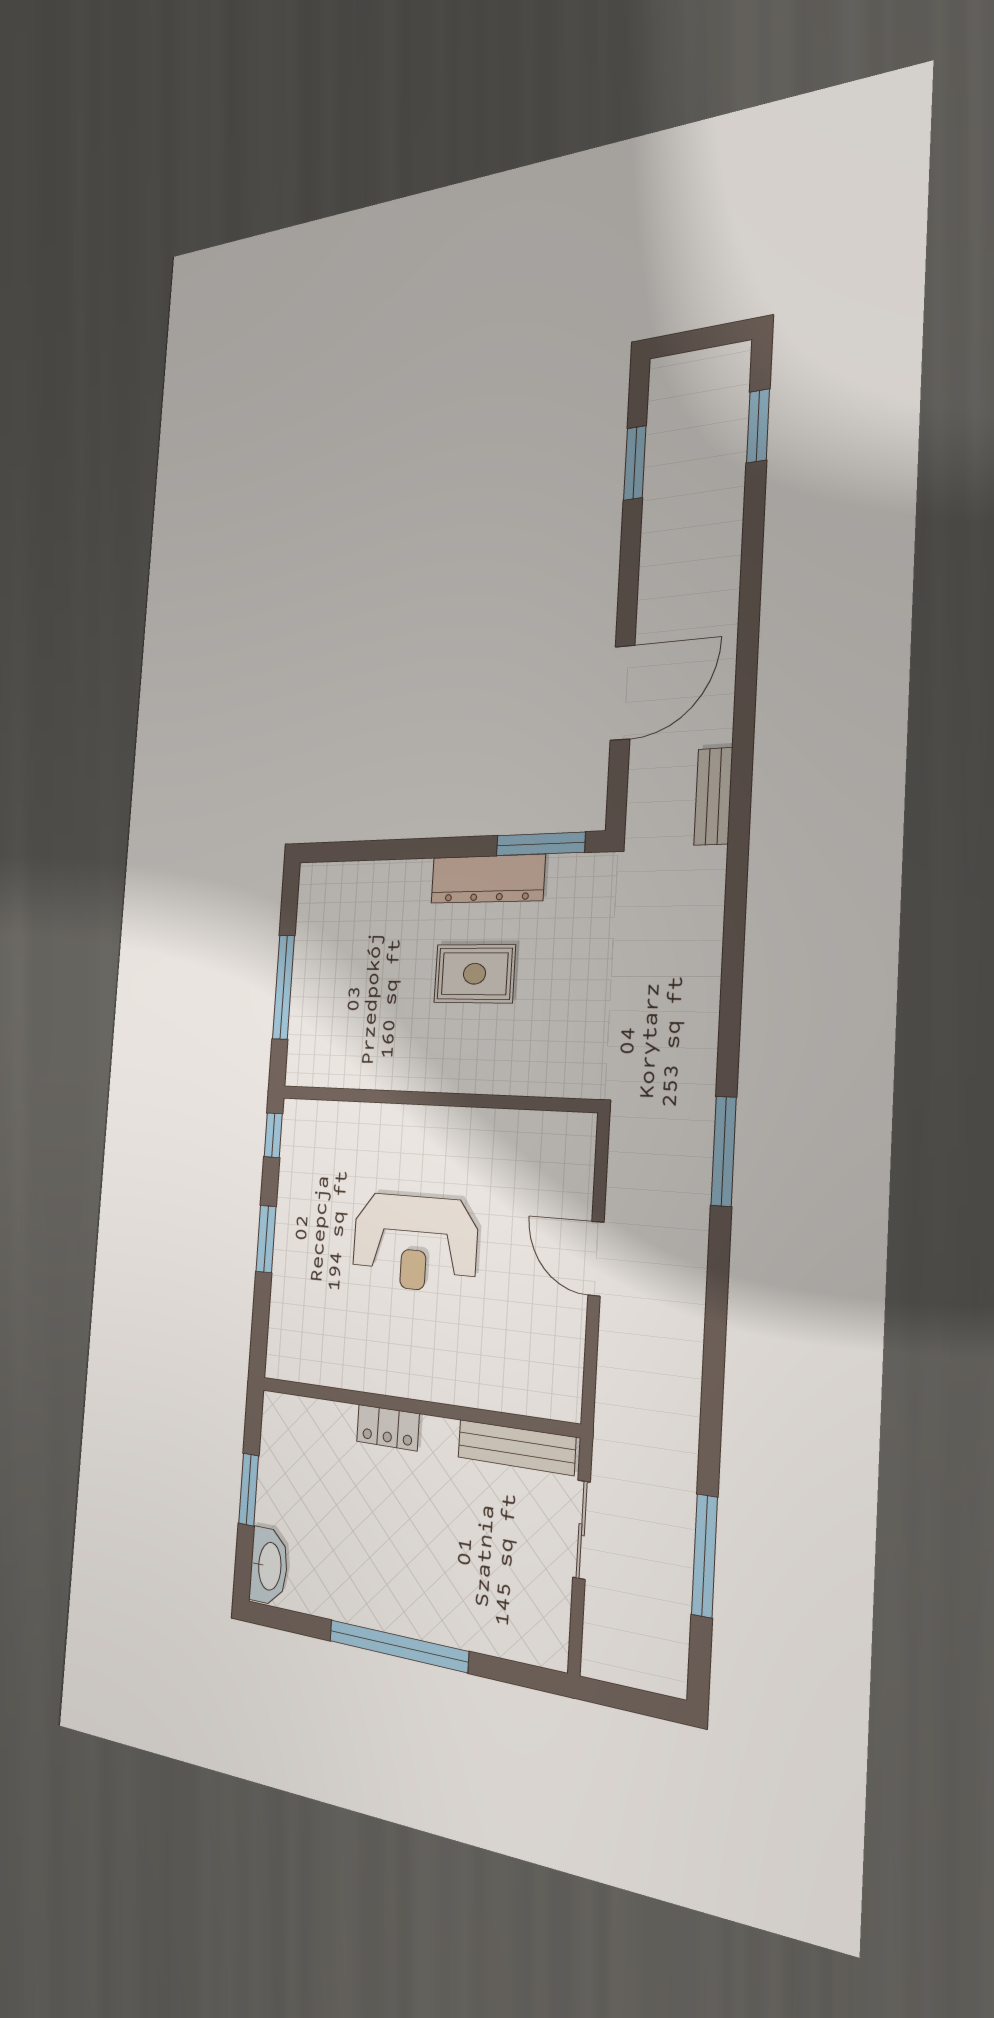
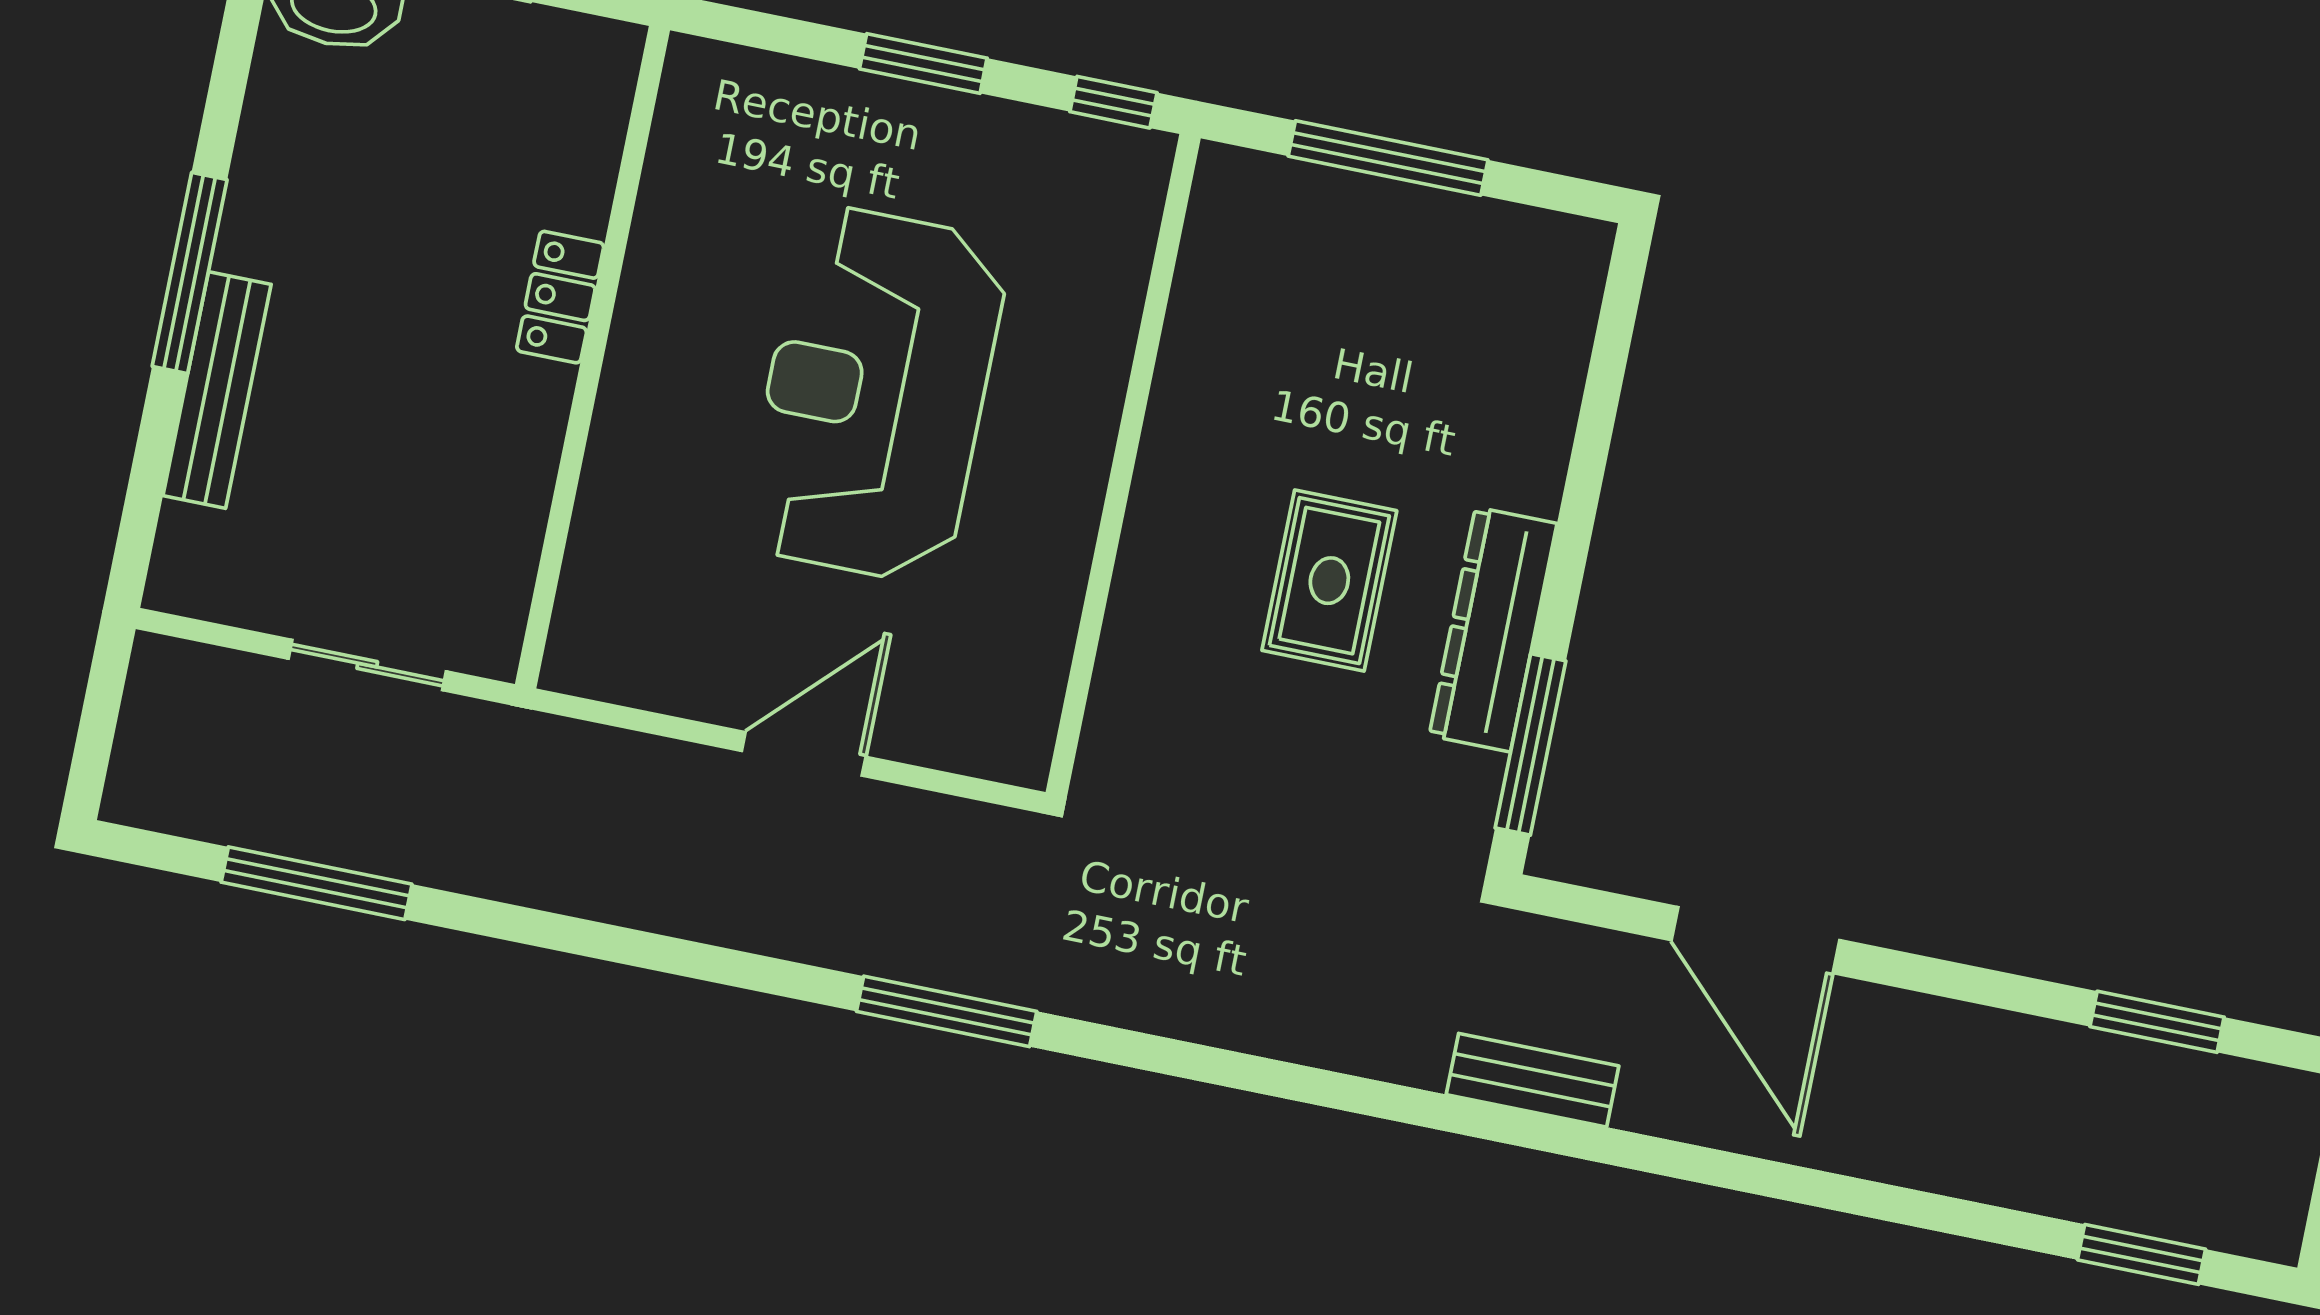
reception desk: (414, 1243) -> (875, 394), width x1.36, depth x1.30
bench: (516, 1447) -> (217, 390), moved
window: (398, 1646) -> (190, 273), width x0.68

